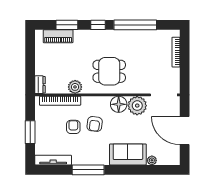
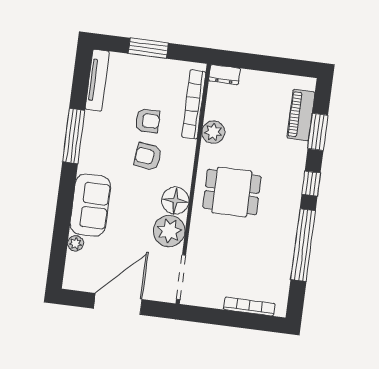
dining table: (109, 71) -> (232, 192), turned 90

